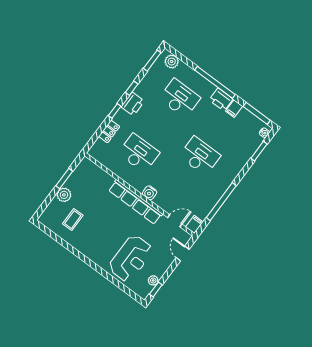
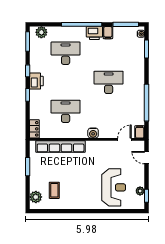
locker: (109, 131) -> (34, 129), moved
plant: (64, 195) -> (36, 197), moved
row of seats: (135, 202) -> (61, 146), moved

